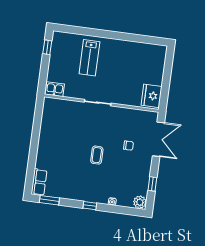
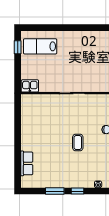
lab bench: (89, 58) -> (40, 46), moved, turned 90
row of seats: (39, 182) -> (27, 163), moved
window: (49, 200) -> (55, 191), moved

